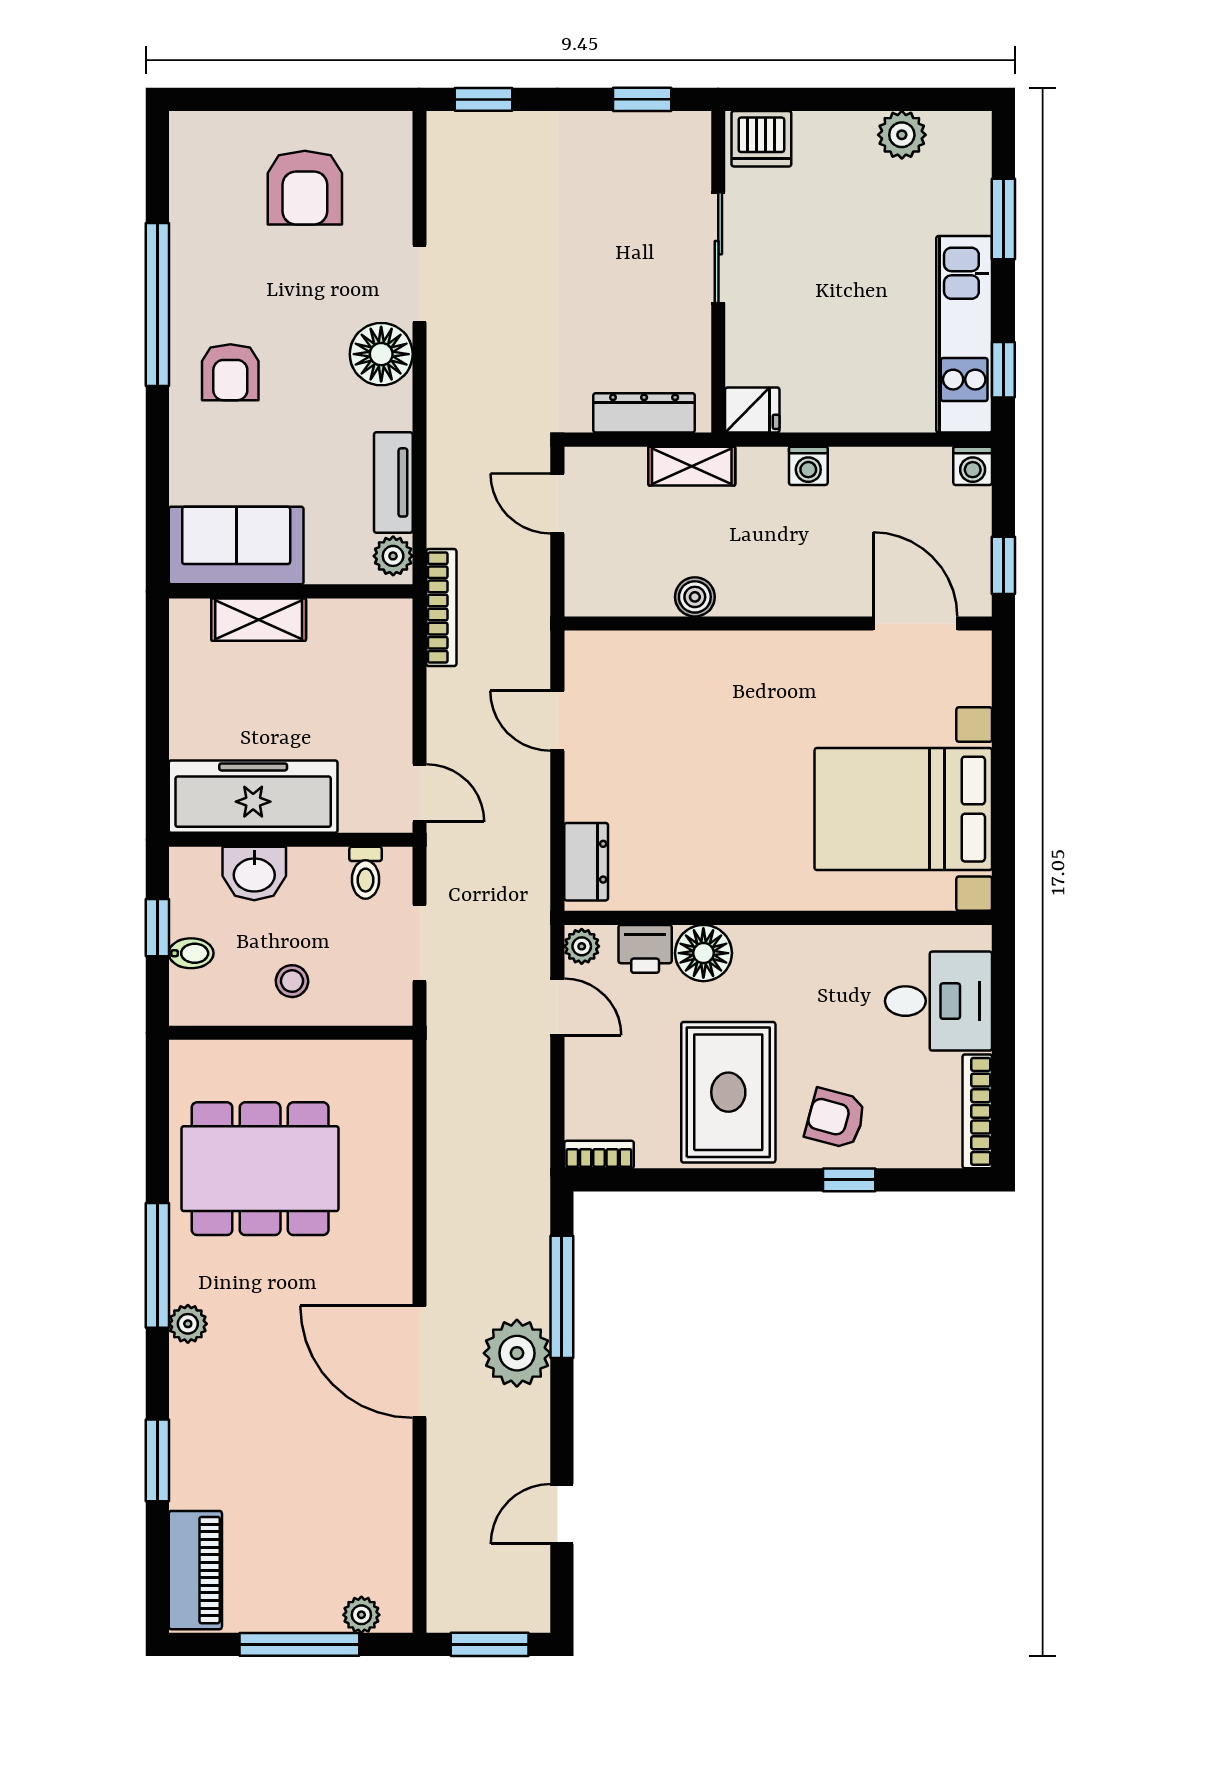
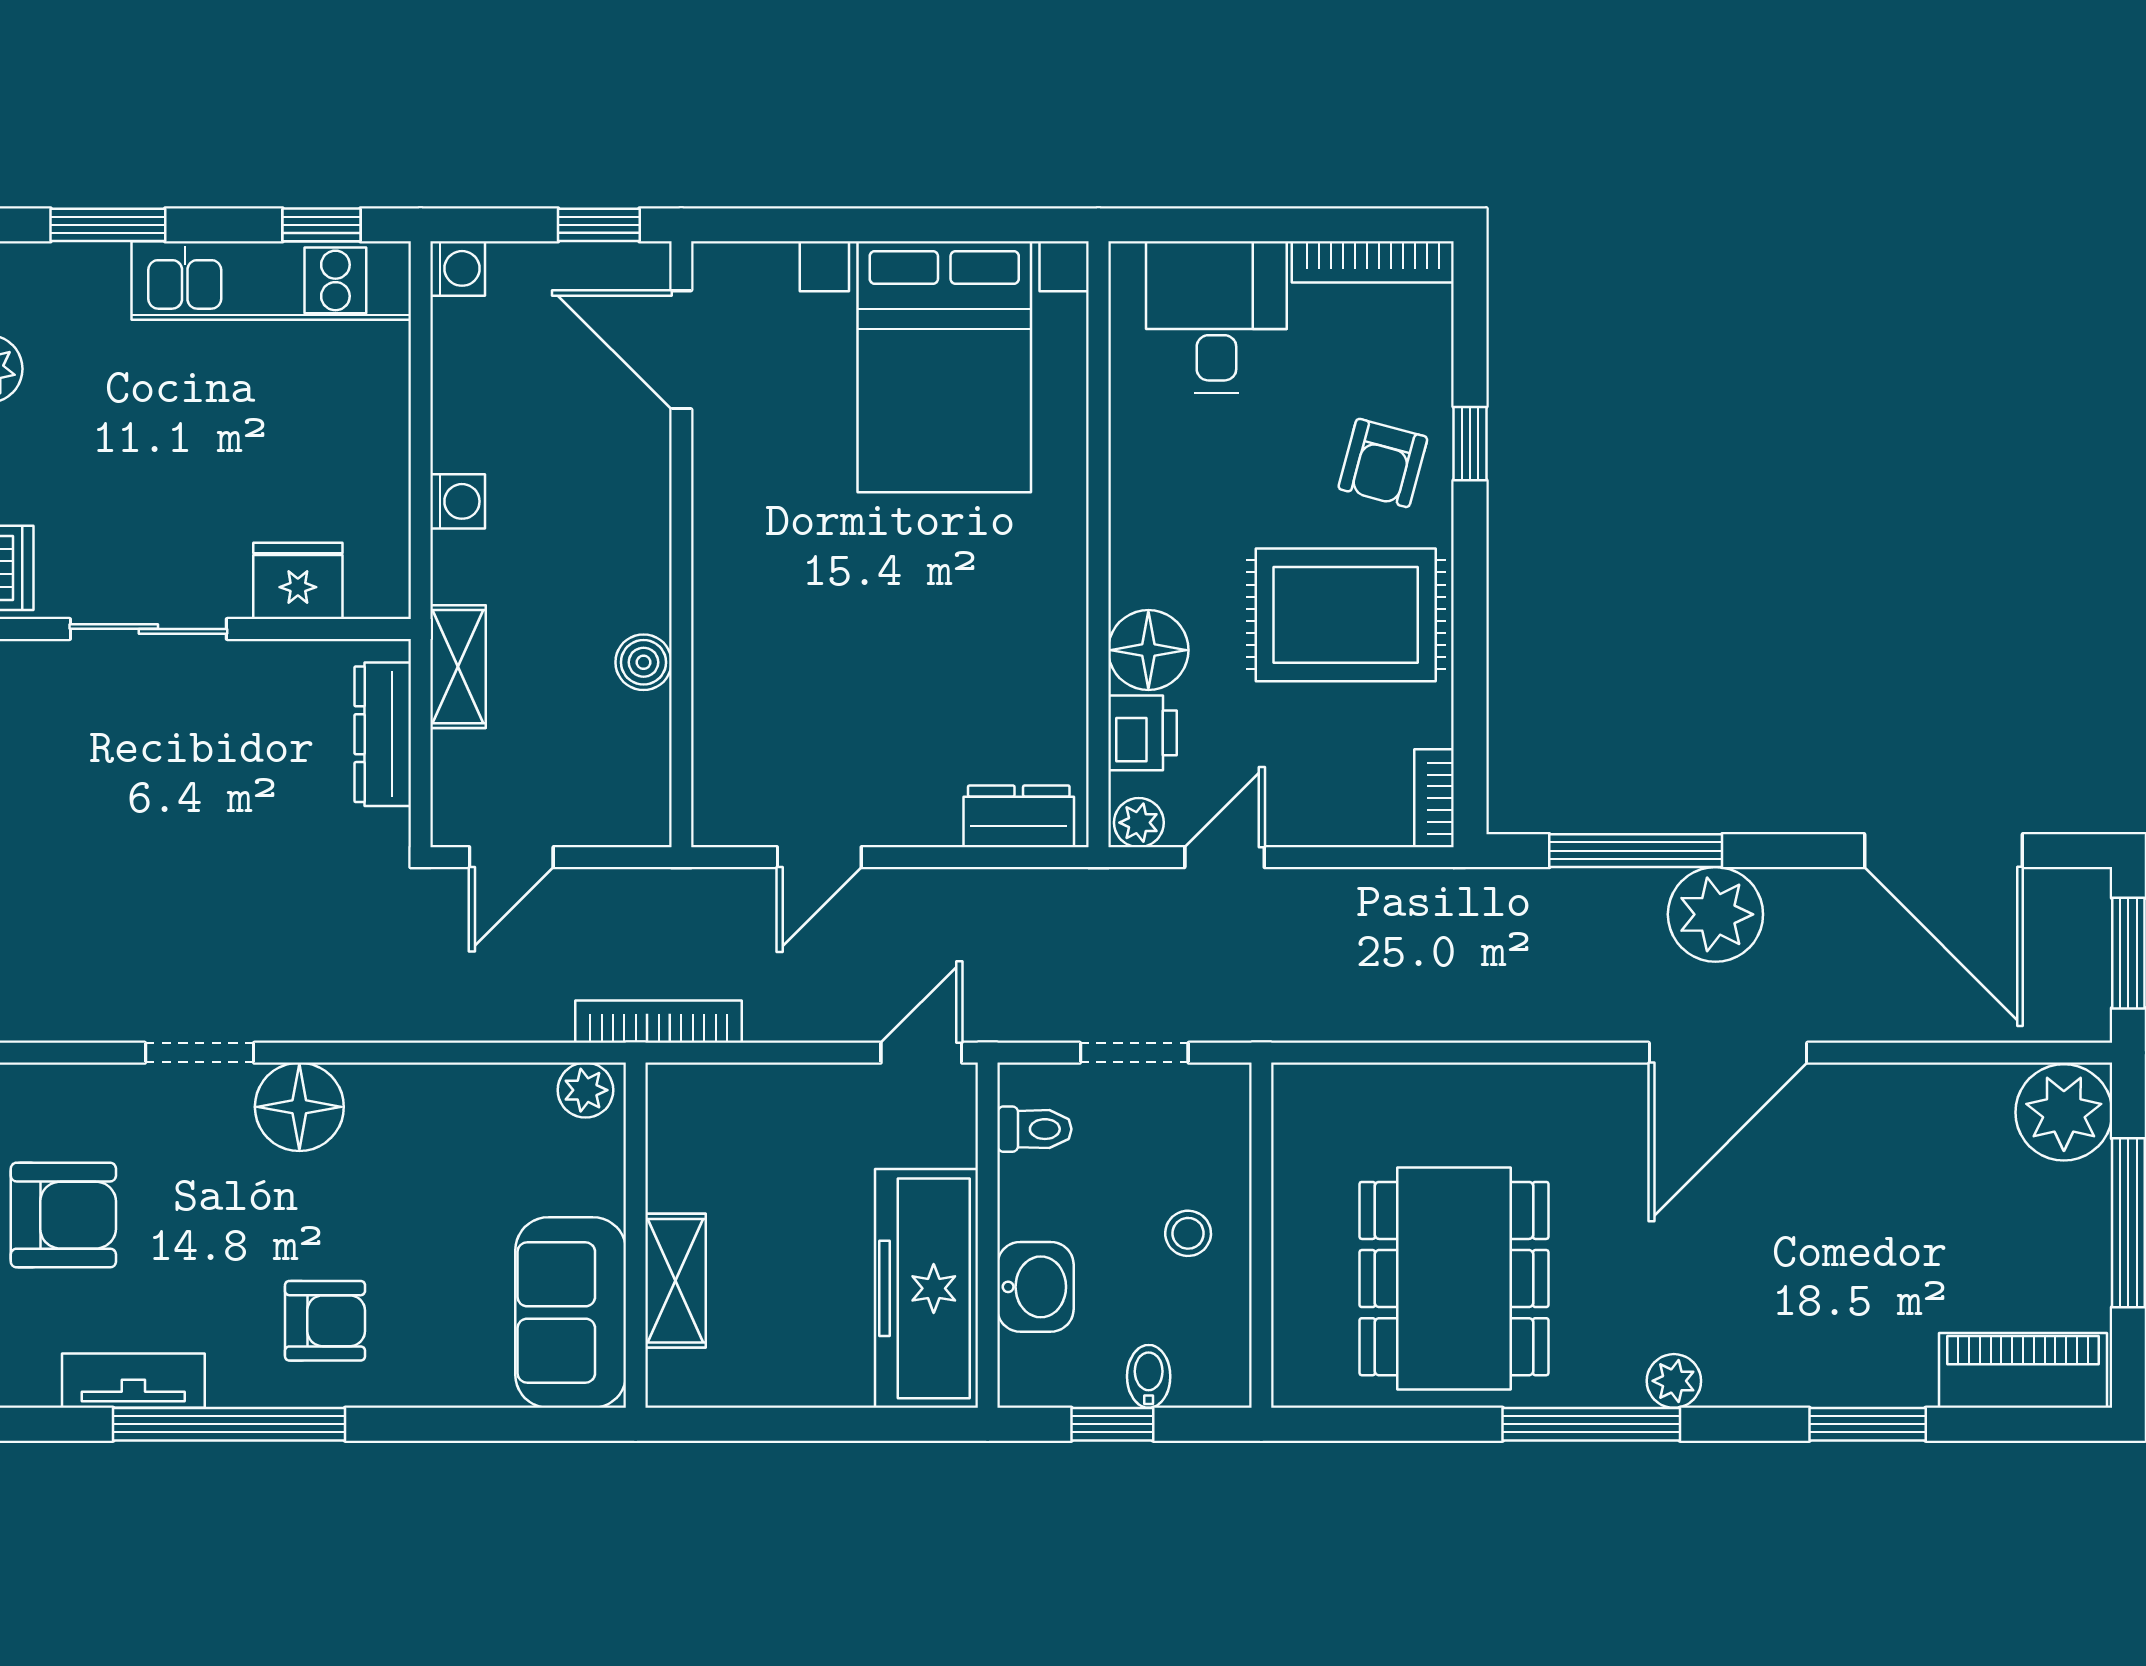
fridge: (752, 410) -> (298, 581), moved, width x1.38
tv unit: (393, 482) -> (133, 1381), moved, turned 180
door: (915, 624) -> (681, 350), hinge flipped
door: (562, 1514) -> (1943, 851), width x1.87
plant: (361, 1615) -> (2064, 1112), width x1.87, depth x1.87

